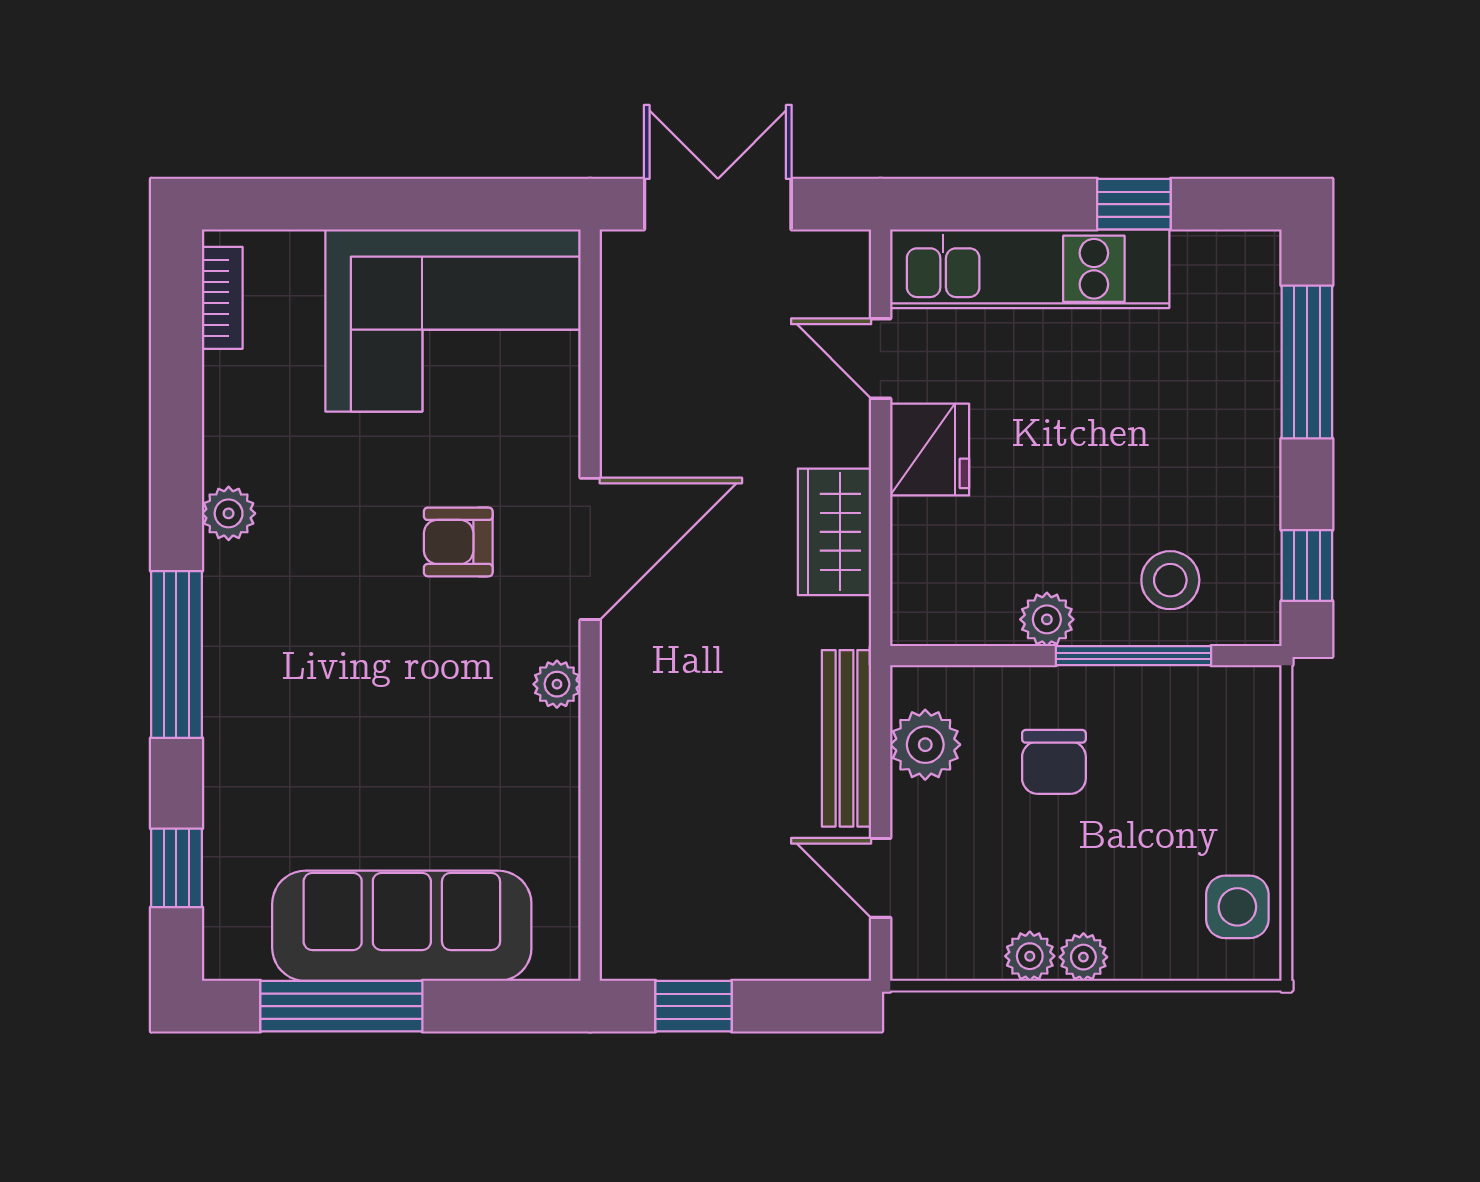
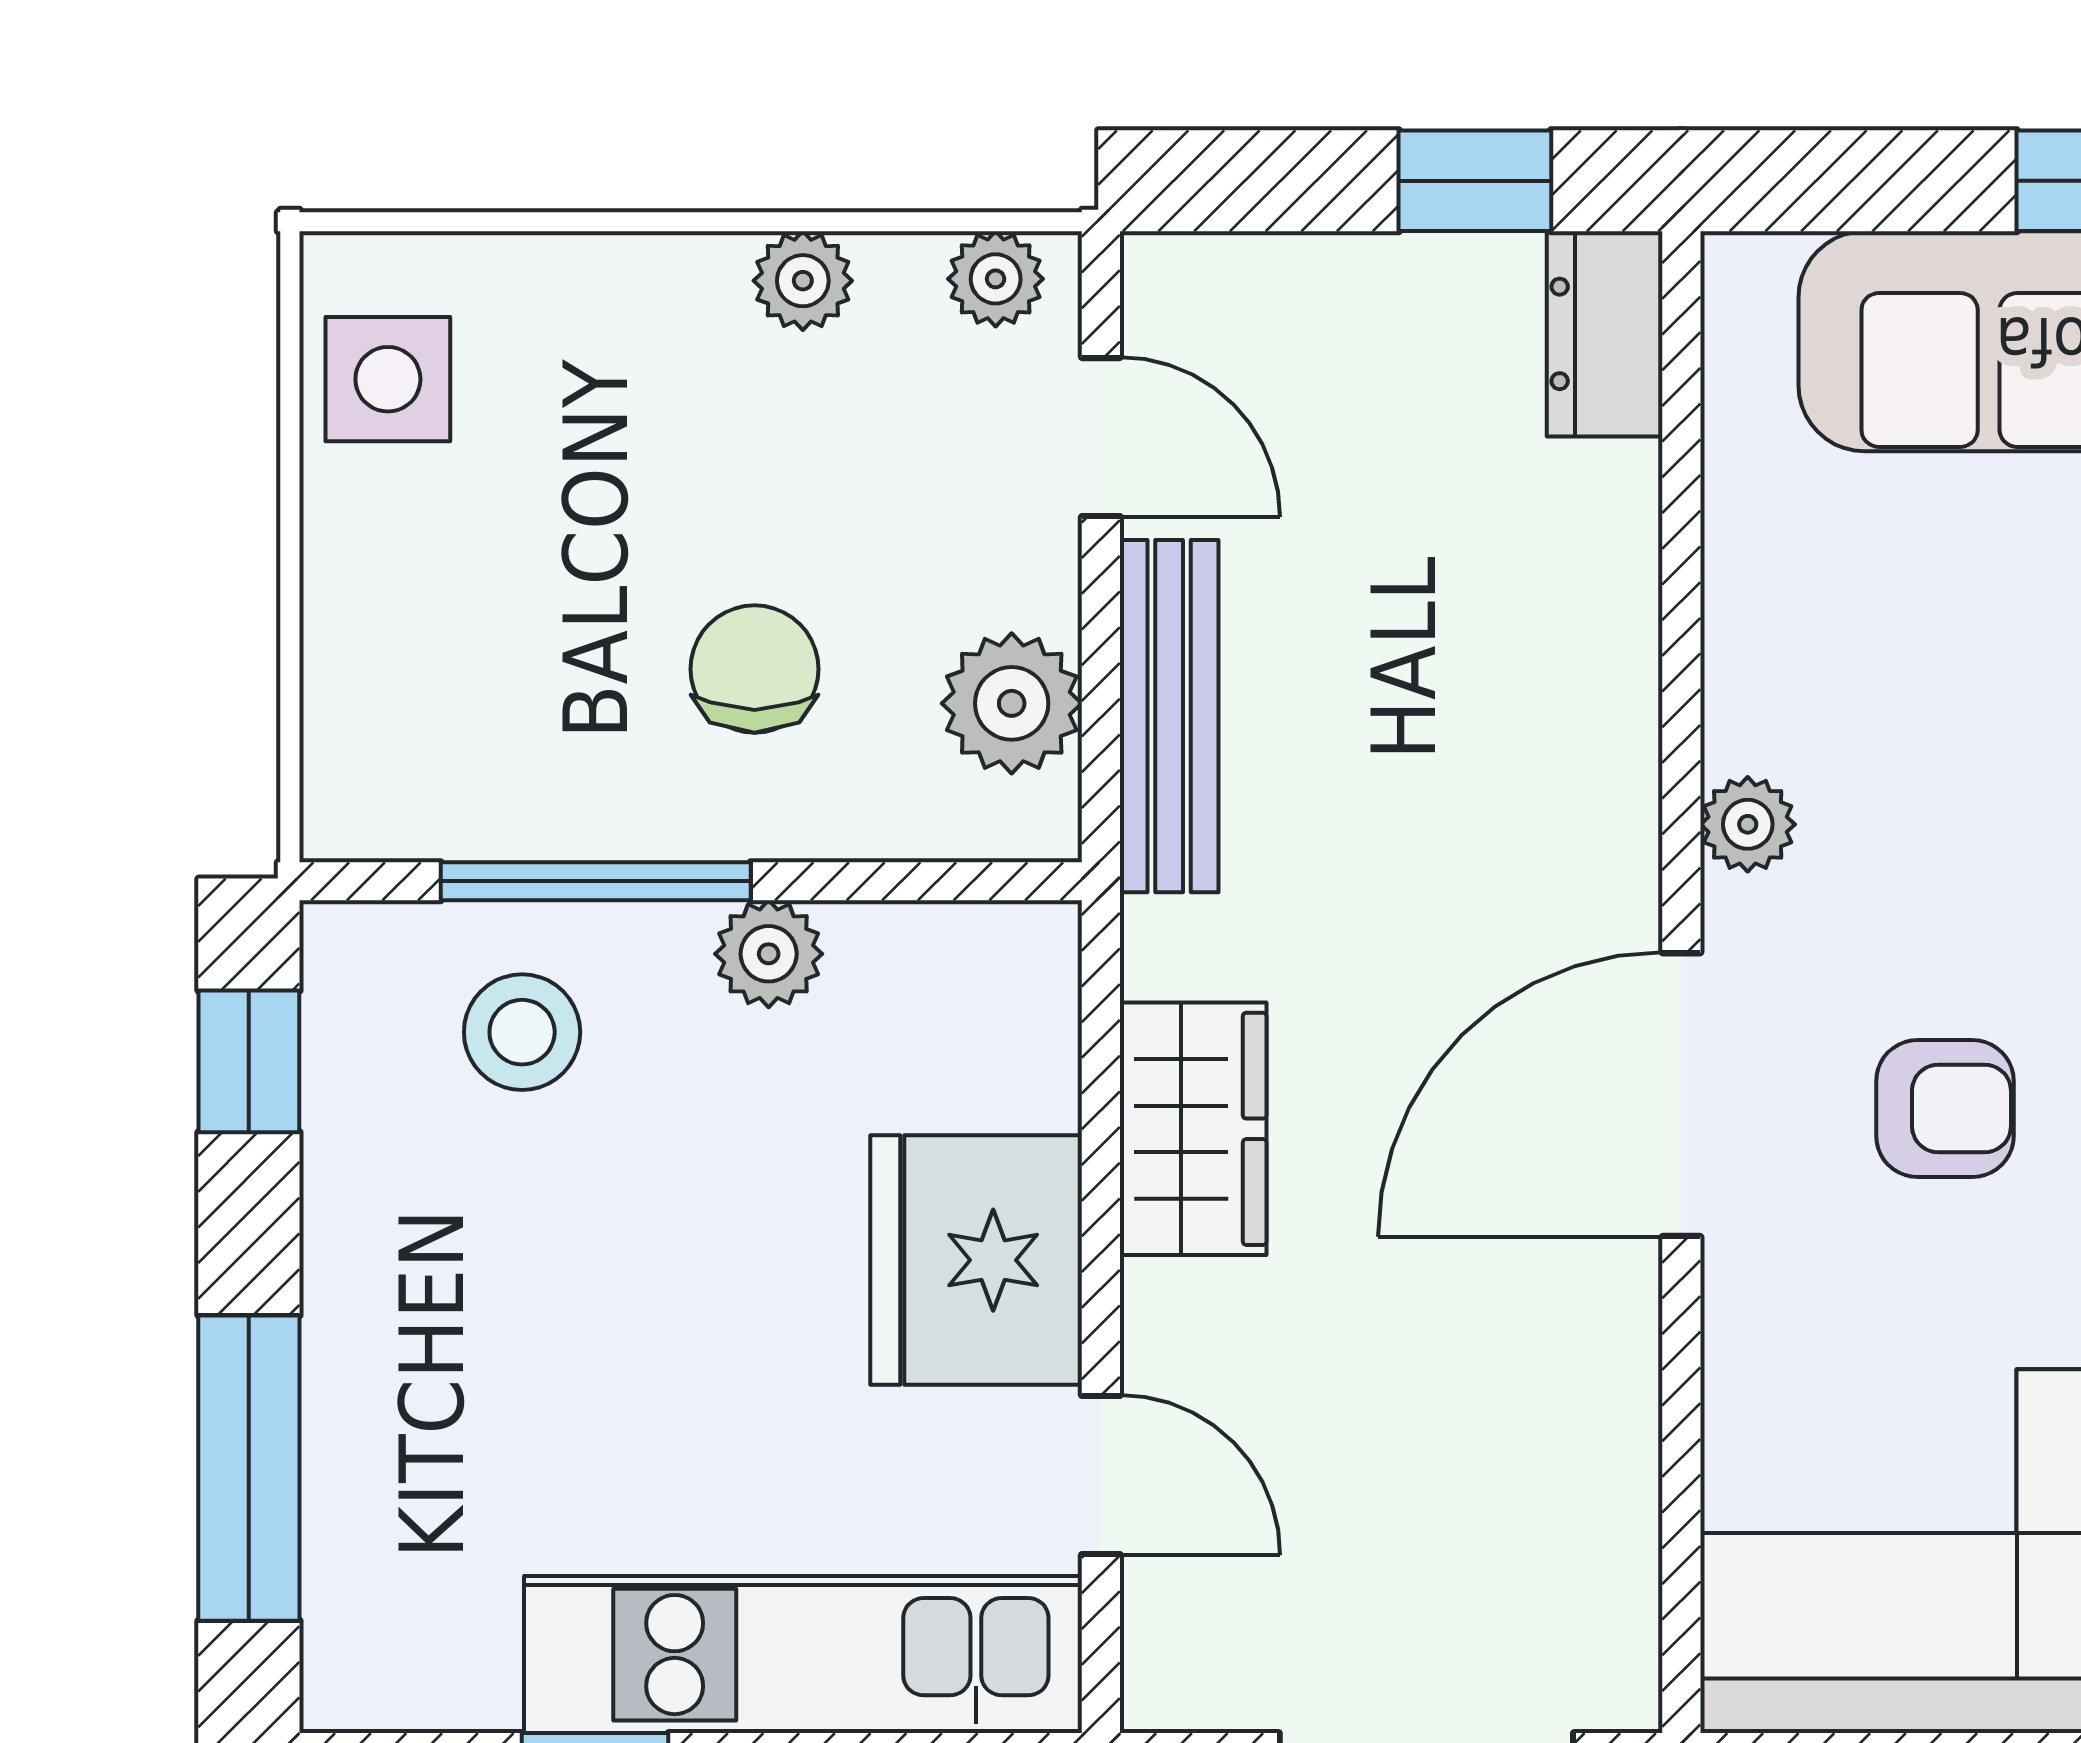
fridge: (930, 450) -> (976, 1260), width x1.36, depth x1.34
dresser: (629, 930) -> (1605, 334), added
plant: (1083, 957) -> (996, 279), moved

